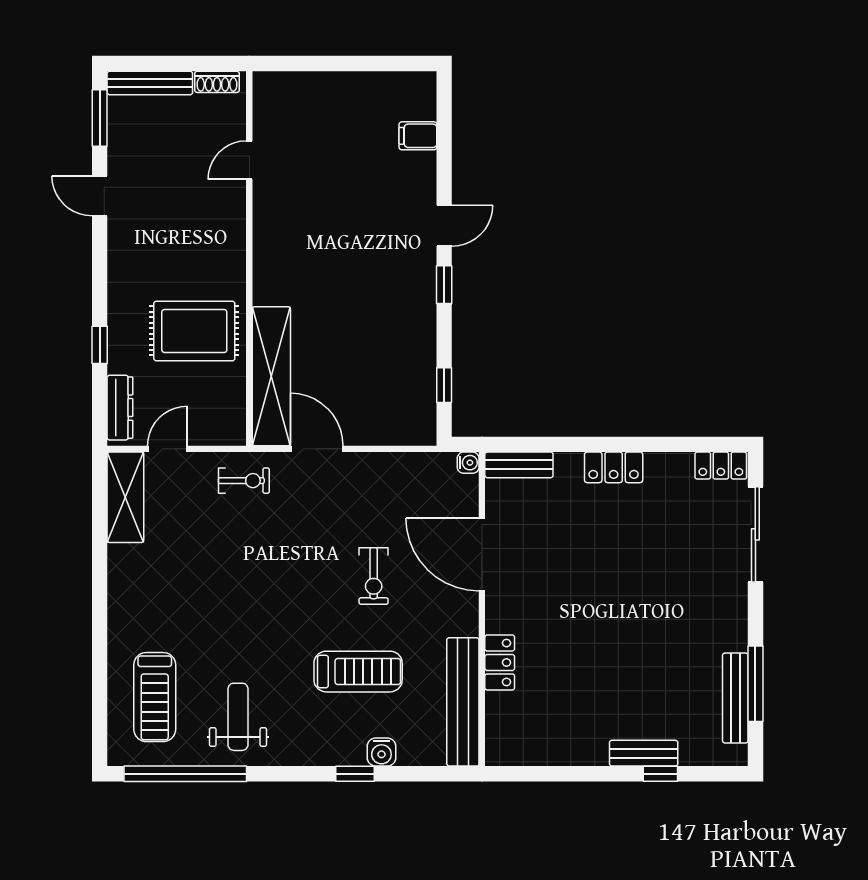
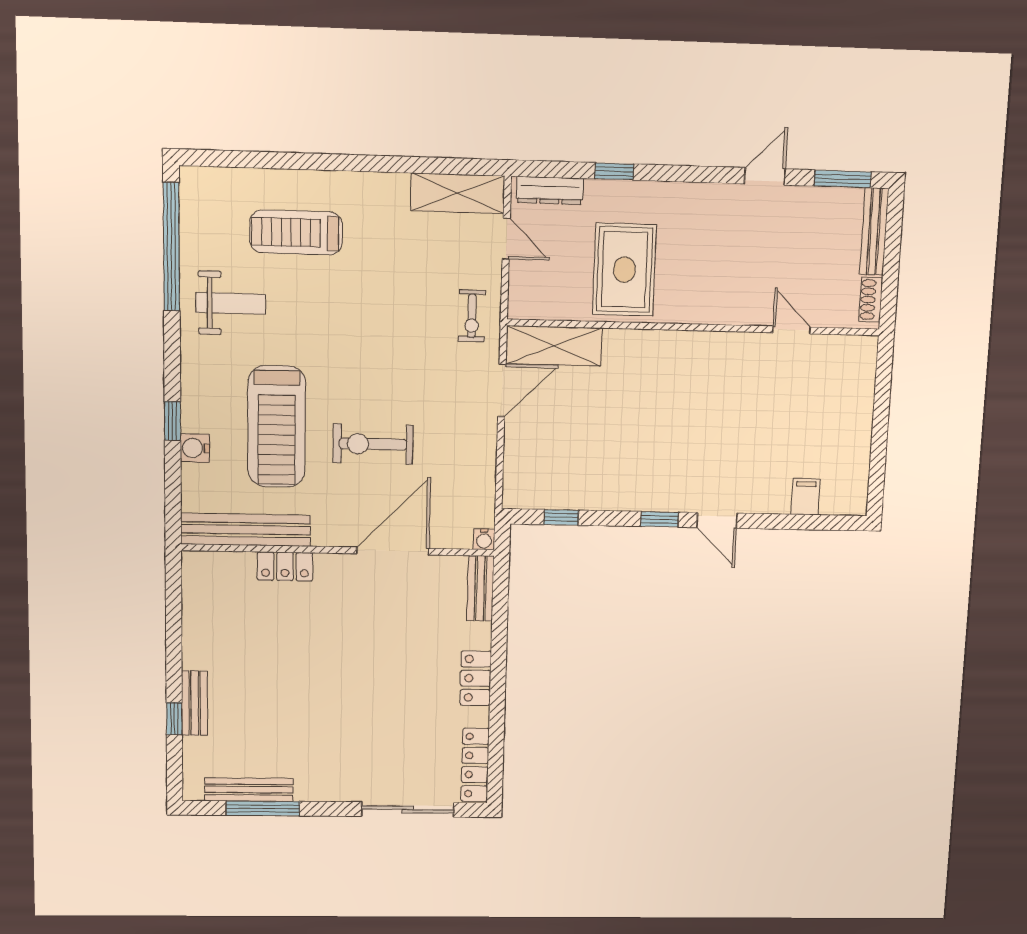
shelving: (271, 376) -> (554, 346), width x0.68
locker: (721, 466) -> (475, 765), width x1.53
exercise bike: (374, 576) -> (373, 444), width x1.38, depth x1.39
treadmill: (358, 672) -> (277, 426), width x1.37, depth x1.38
treadmill: (155, 697) -> (296, 232), moved

